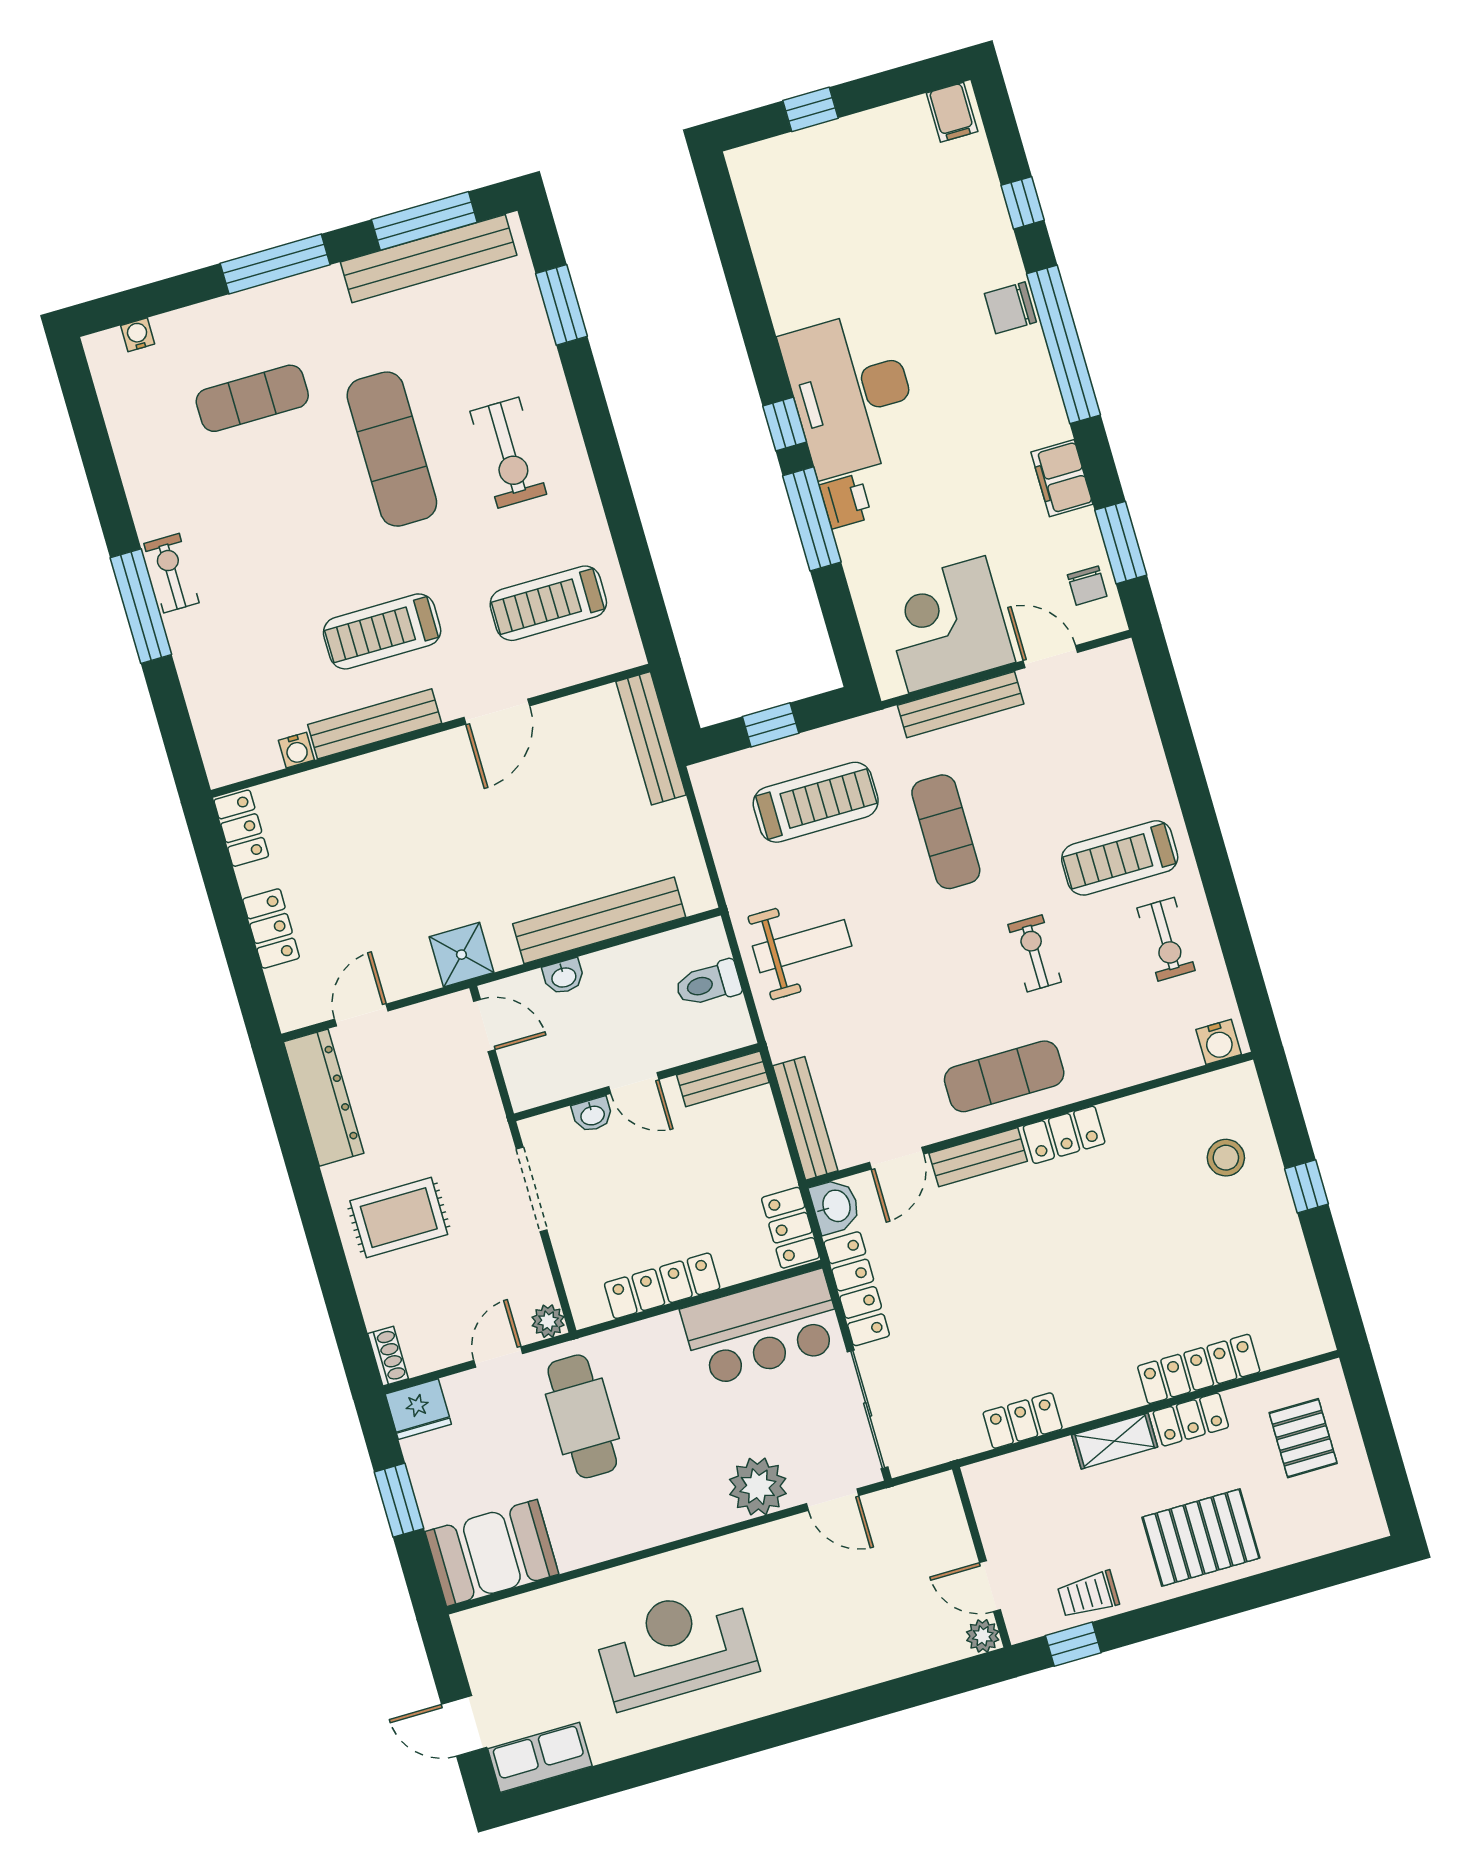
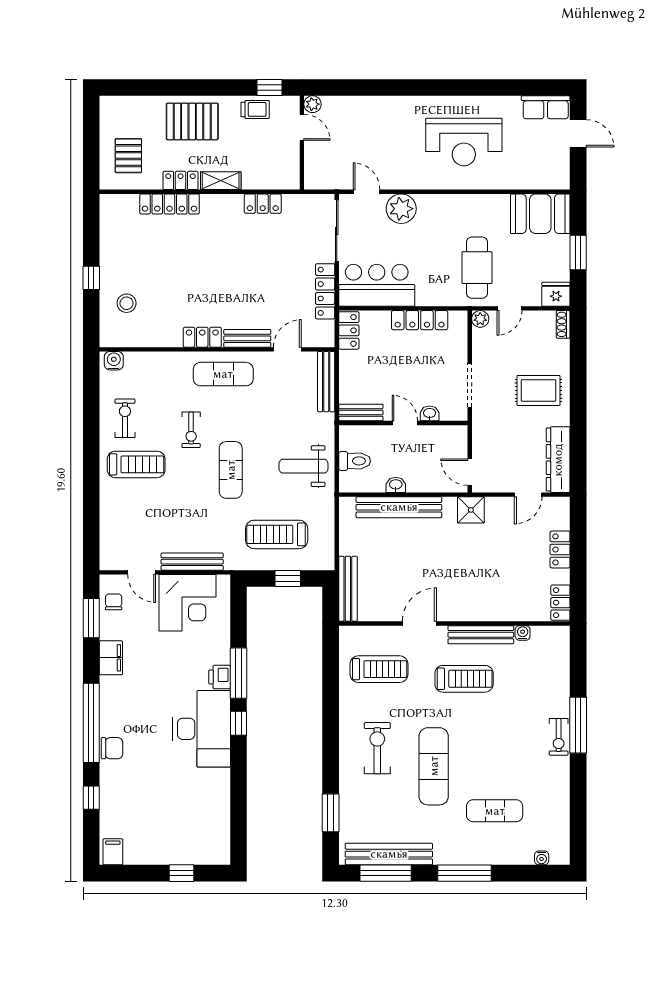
exercise mat: (946, 832) -> (231, 470), moved
washbasin: (564, 977) -> (396, 485), moved
washbasin: (835, 1206) -> (324, 335), removed

